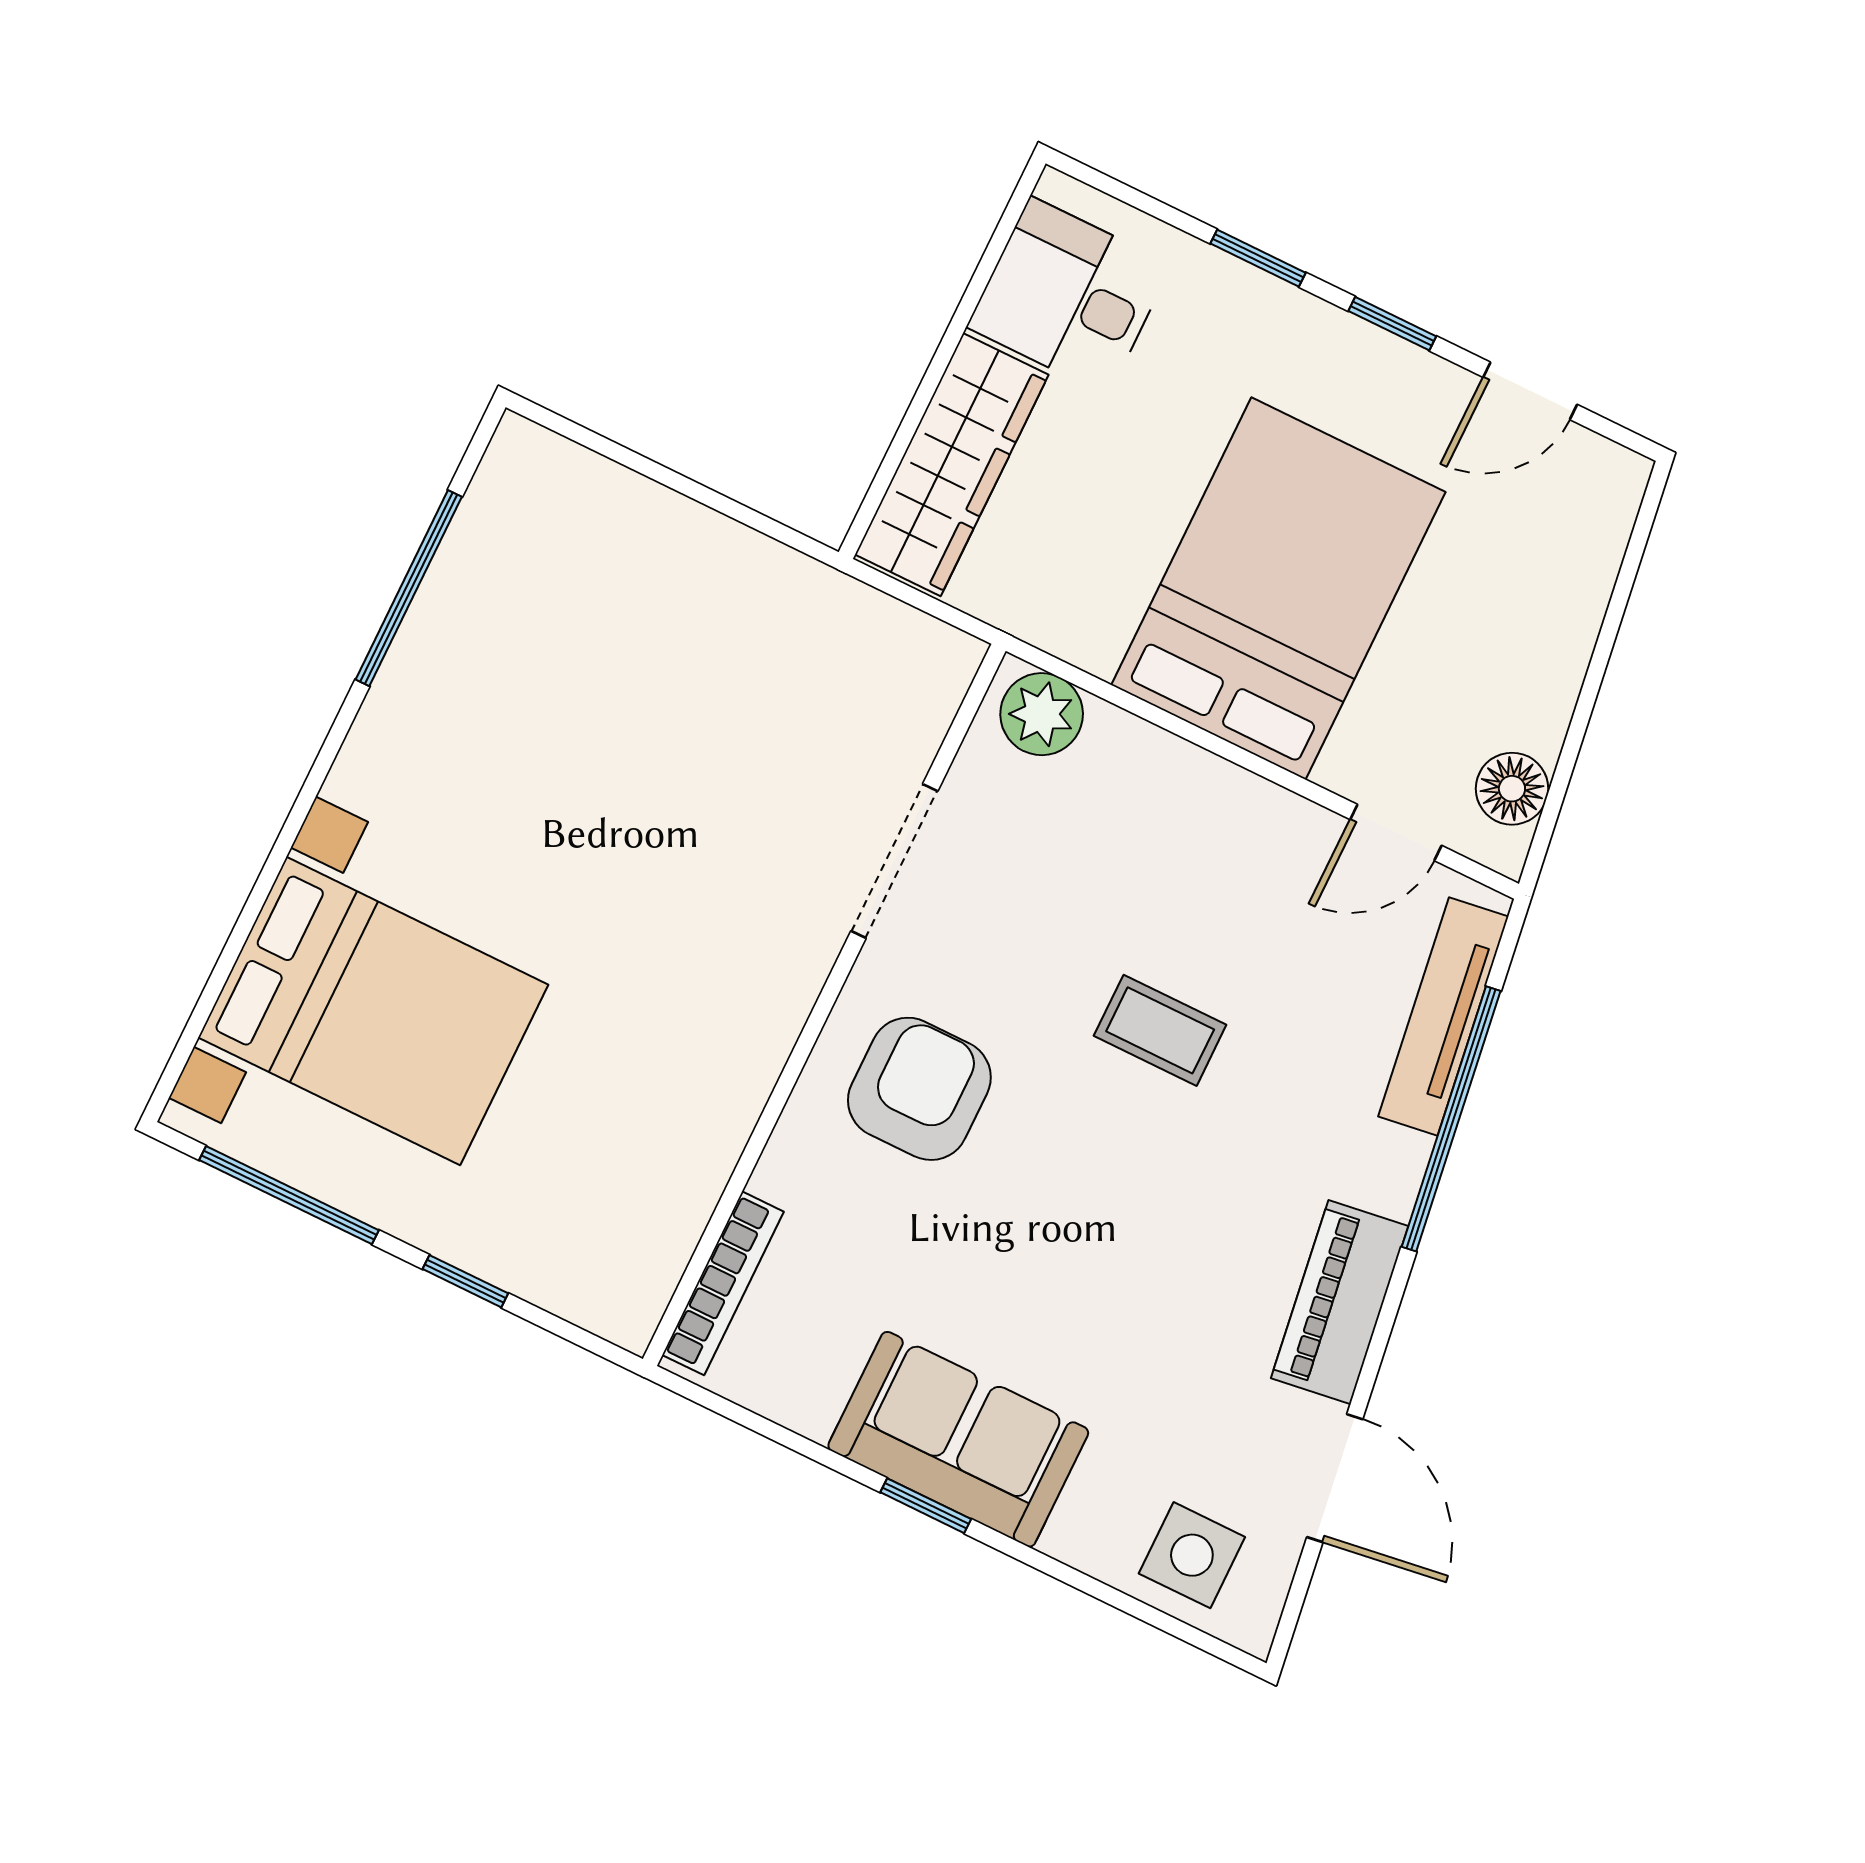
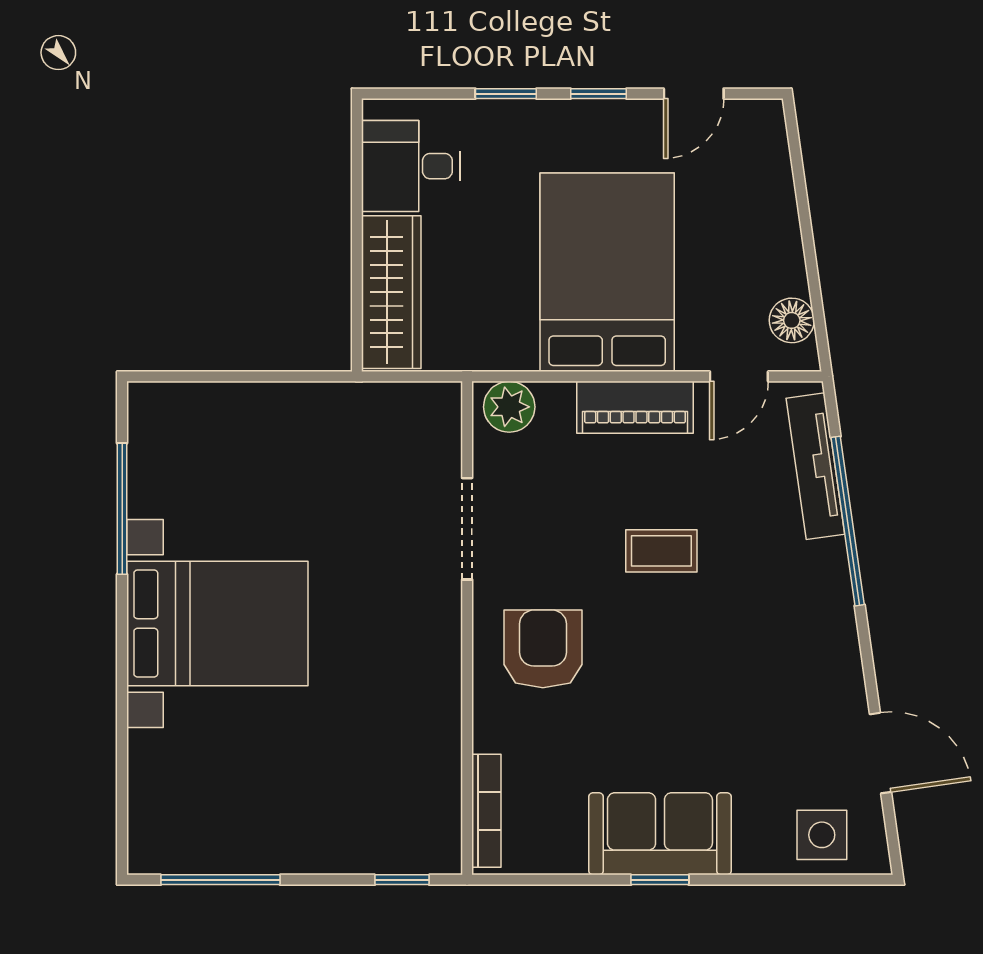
bed with nightstands: (373, 1011) -> (217, 623), moved
window: (465, 1281) -> (402, 880), moved
piano: (1340, 1302) -> (635, 407), moved, turned -82

